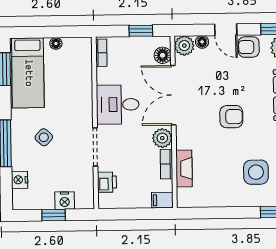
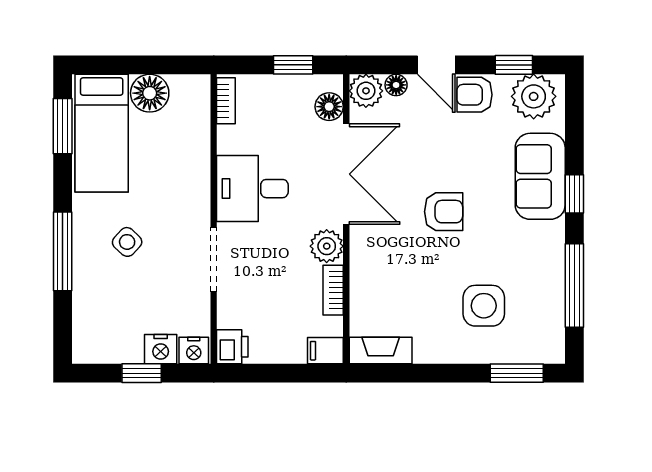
floor lamp: (56, 43) -> (150, 93), width x1.89, depth x1.89
double door: (173, 95) -> (346, 174), swing flipped
fireplace: (184, 168) -> (381, 351), moved, turned -90
nightstand: (20, 180) -> (194, 351), moved, turned -90
printer: (107, 182) -> (232, 347), moved

